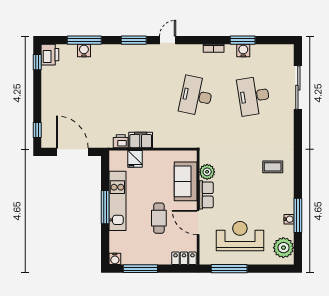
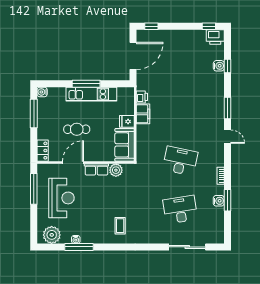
window: (84, 40) -> (228, 66), width x0.46
fridge: (135, 159) -> (127, 121), moved
sofa: (186, 181) -> (125, 145), moved, turned -90

